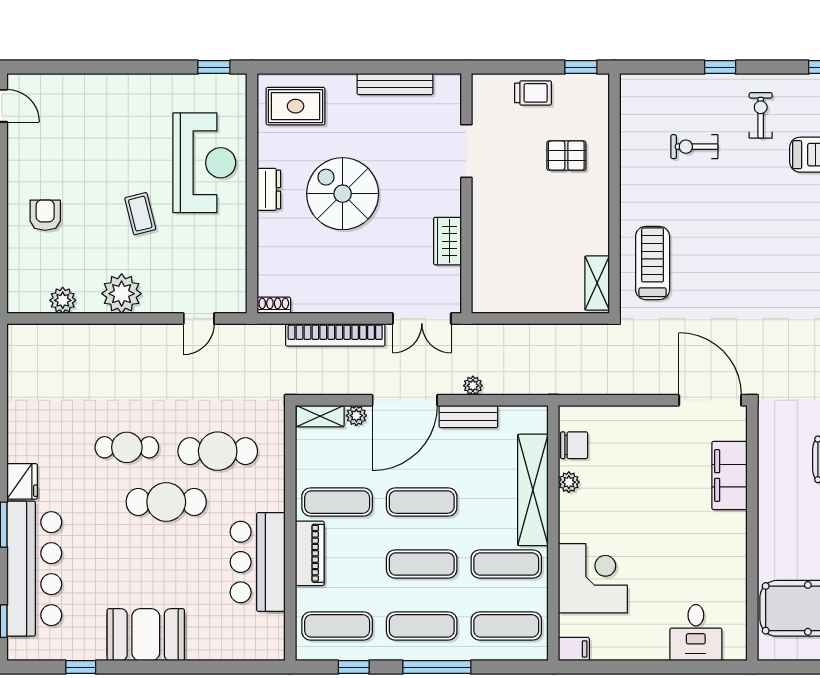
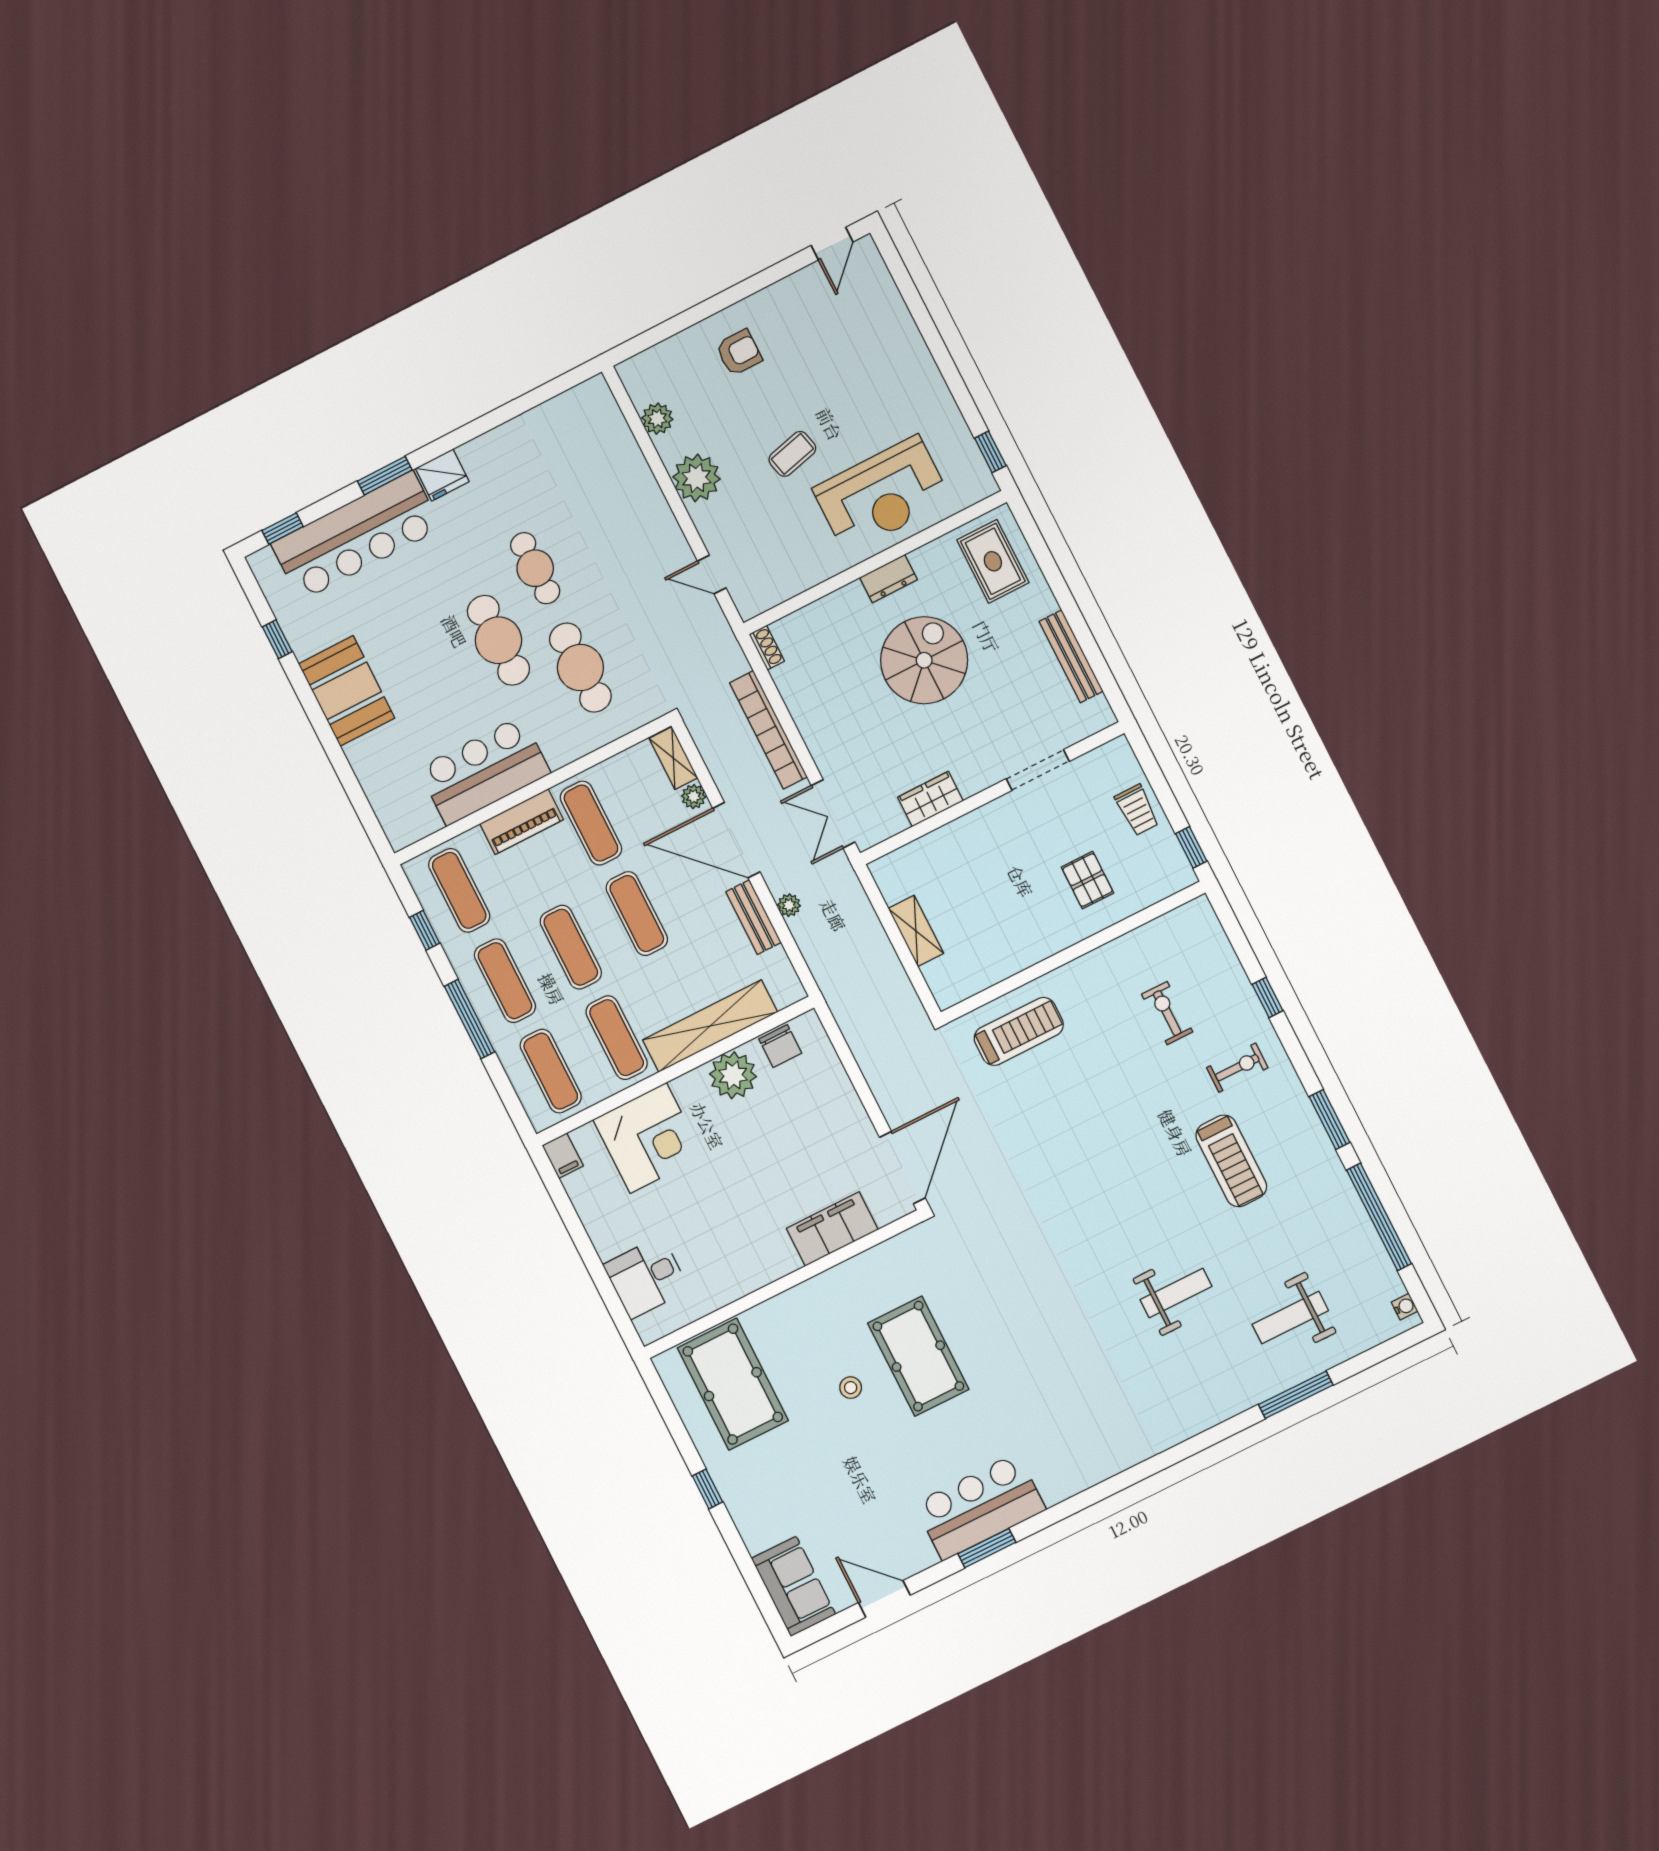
shelving: (597, 283) -> (916, 931), moved, turned 90
plant: (569, 482) -> (733, 1075), width x1.88, depth x1.88

